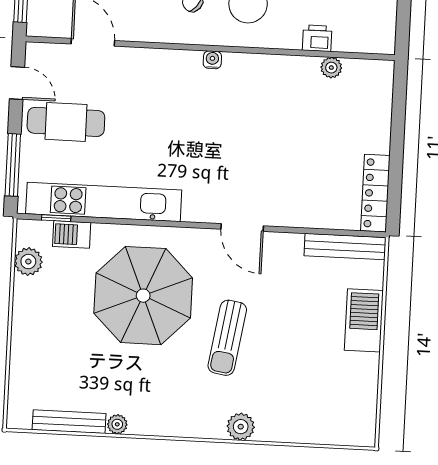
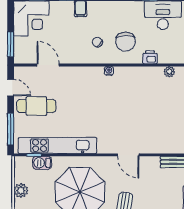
printer: (317, 38) -> (150, 57), moved
plant: (28, 262) -> (21, 191), moved

